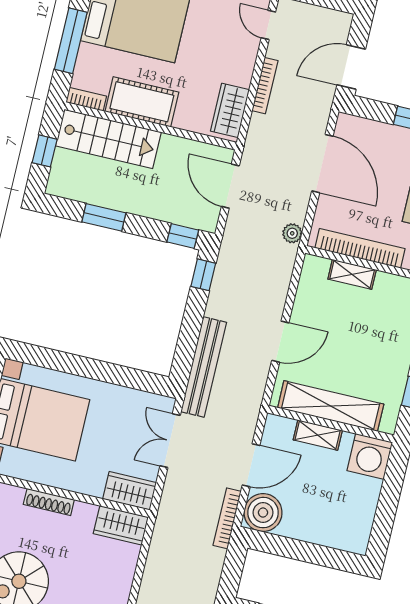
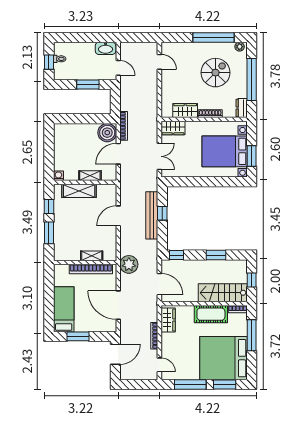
plant: (292, 233) -> (129, 264), width x1.88, depth x1.88
window: (203, 275) -> (162, 213), moved
bench: (204, 367) -> (152, 215), moved
shelving: (331, 406) -> (79, 191), width x0.68
washing machine: (370, 456) -> (58, 176), width x0.53, depth x0.53
wardrobe: (121, 525) -> (185, 111), moved

